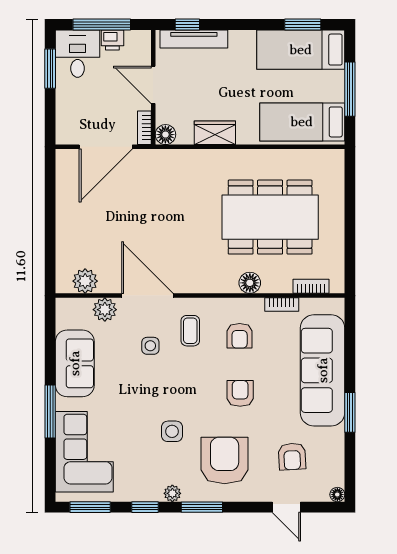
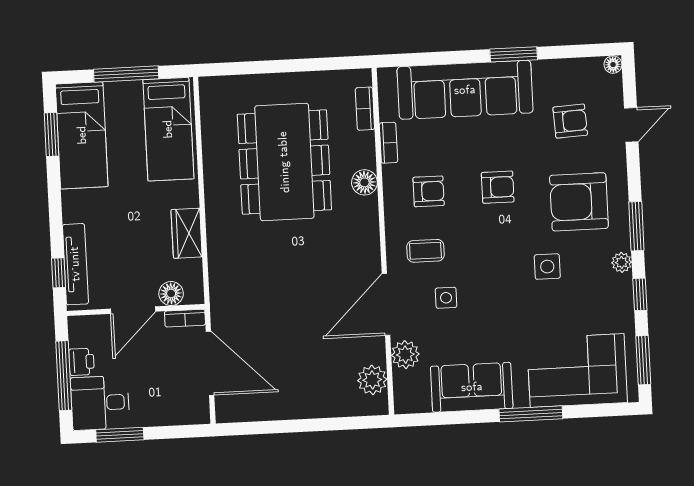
floor lamp: (165, 135) -> (171, 294), moved
armchair: (240, 393) -> (498, 187), turned 180

